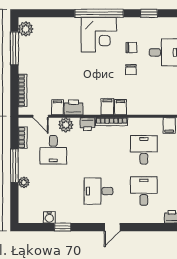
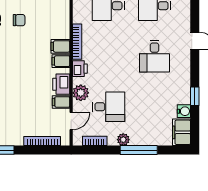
filing cabinet: (120, 107) -> (61, 61), moved
window: (14, 166) -> (139, 150), moved
plant: (24, 182) -> (123, 140), moved
filing cabinet: (30, 215) -> (182, 132), added

